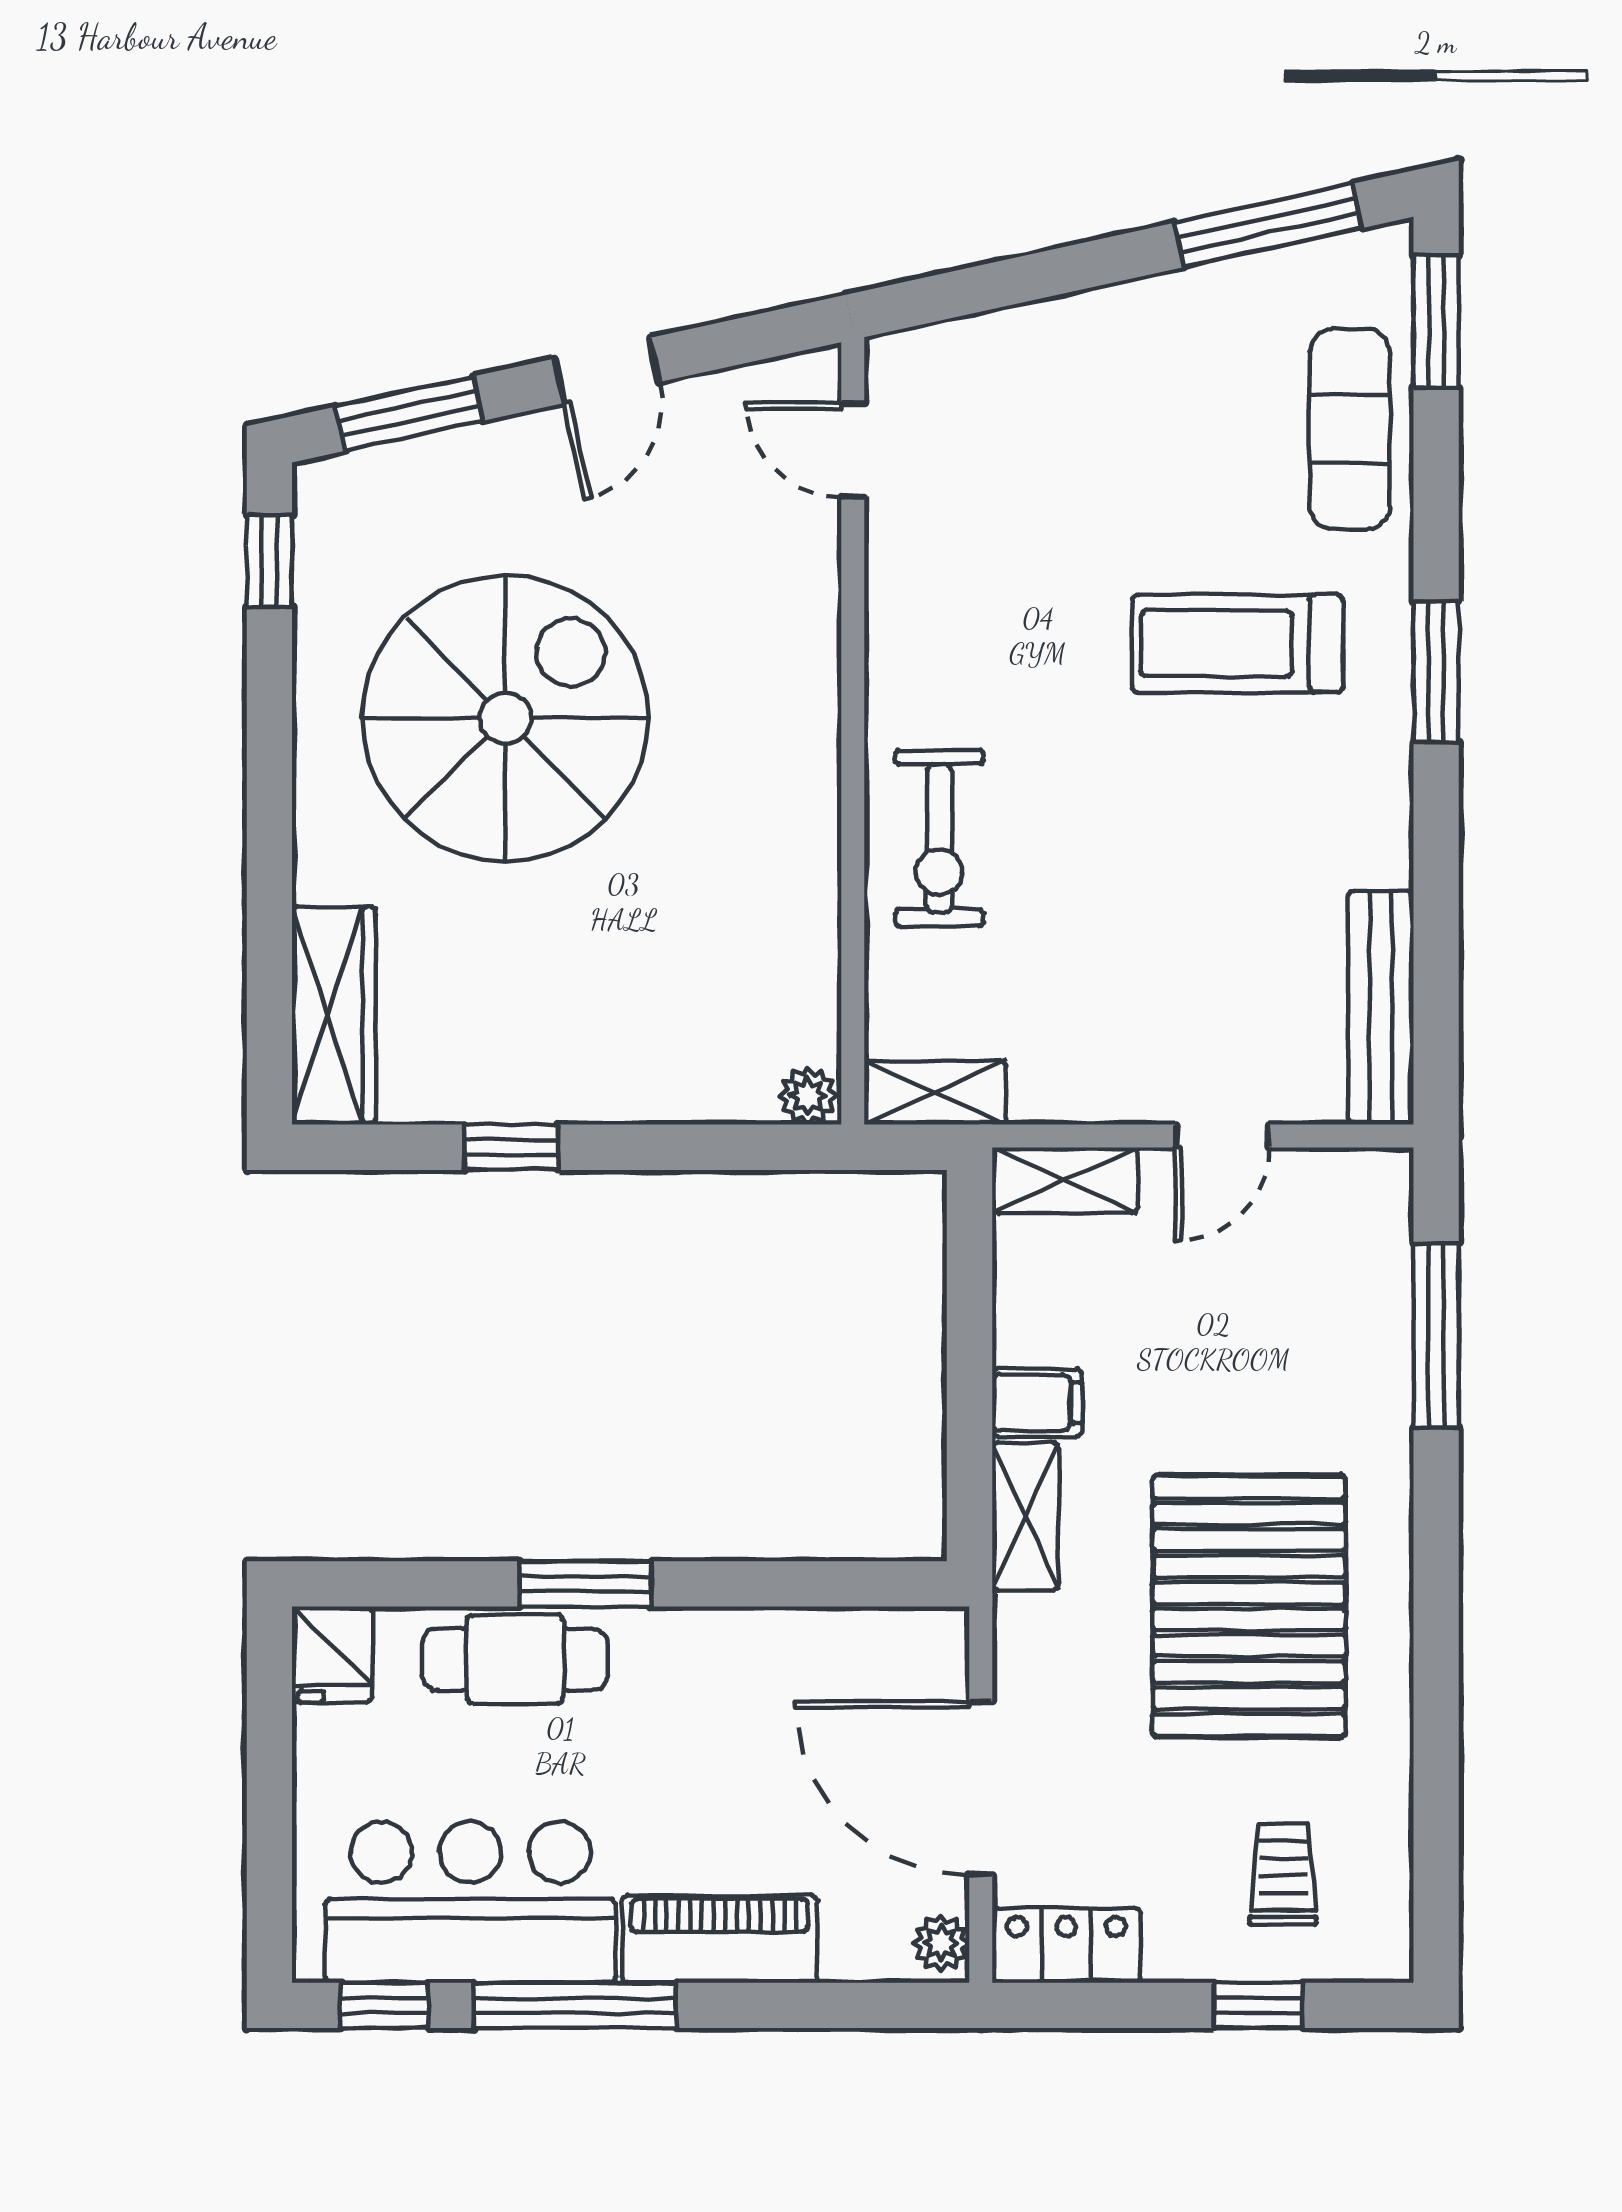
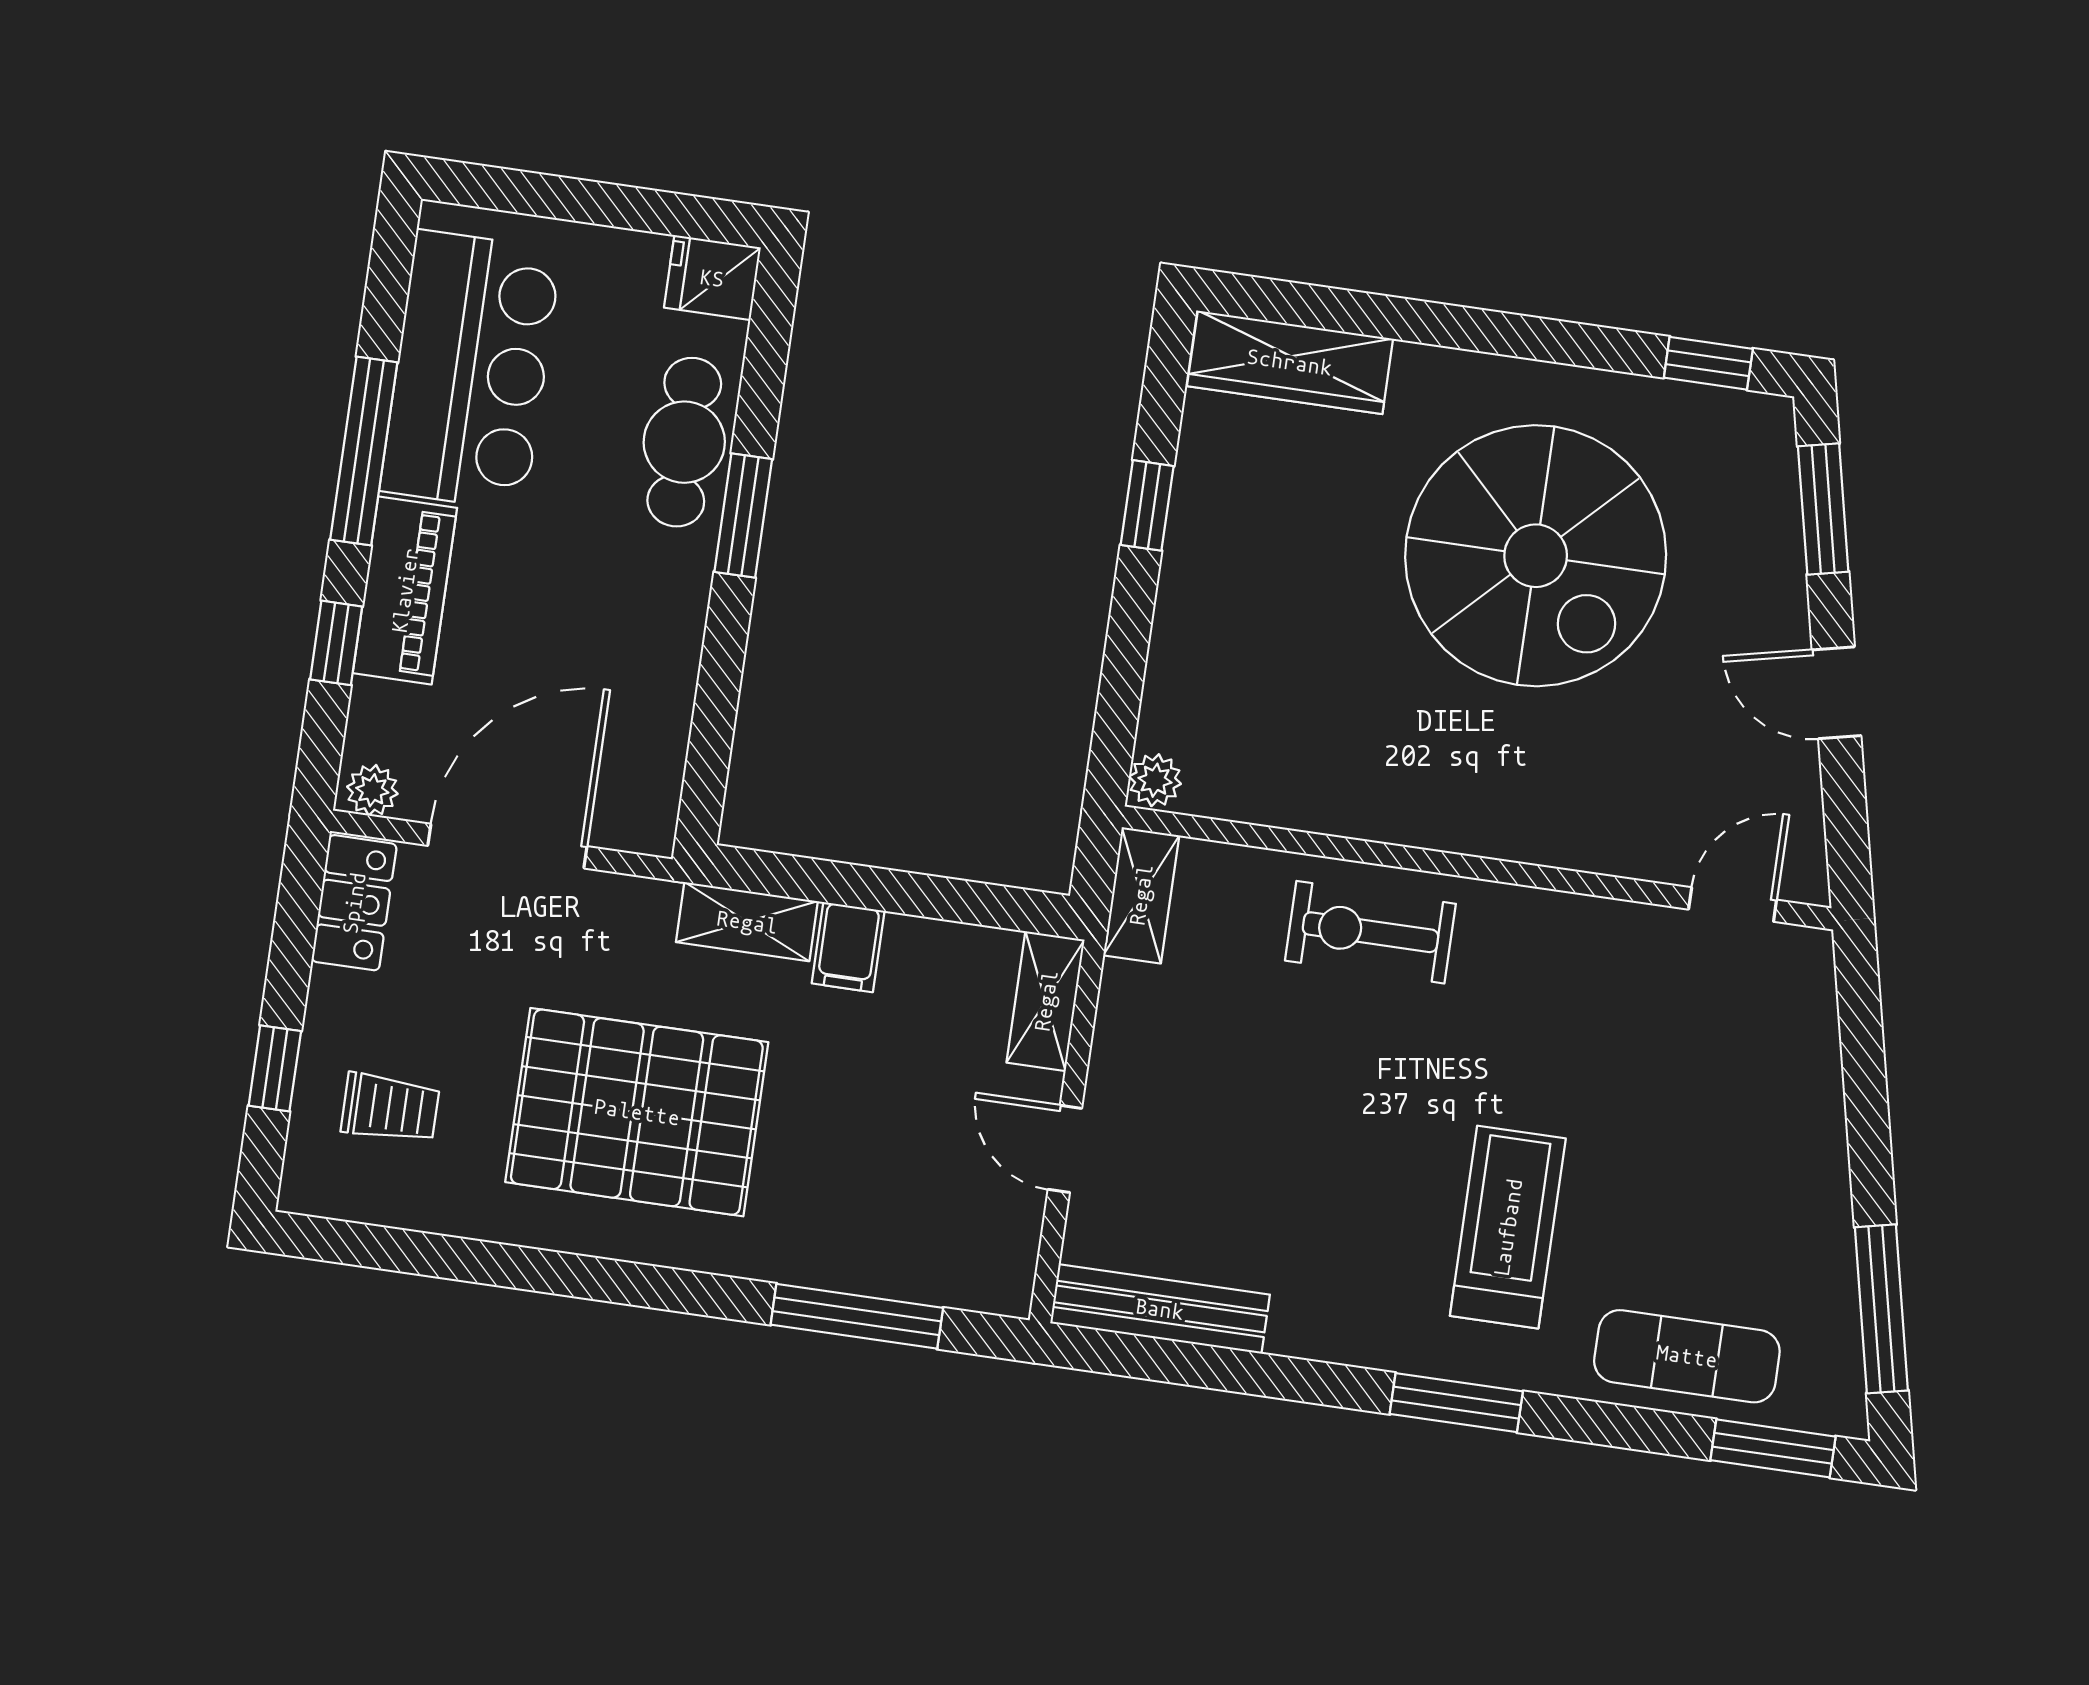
window: (385, 2005) -> (336, 643), moved

